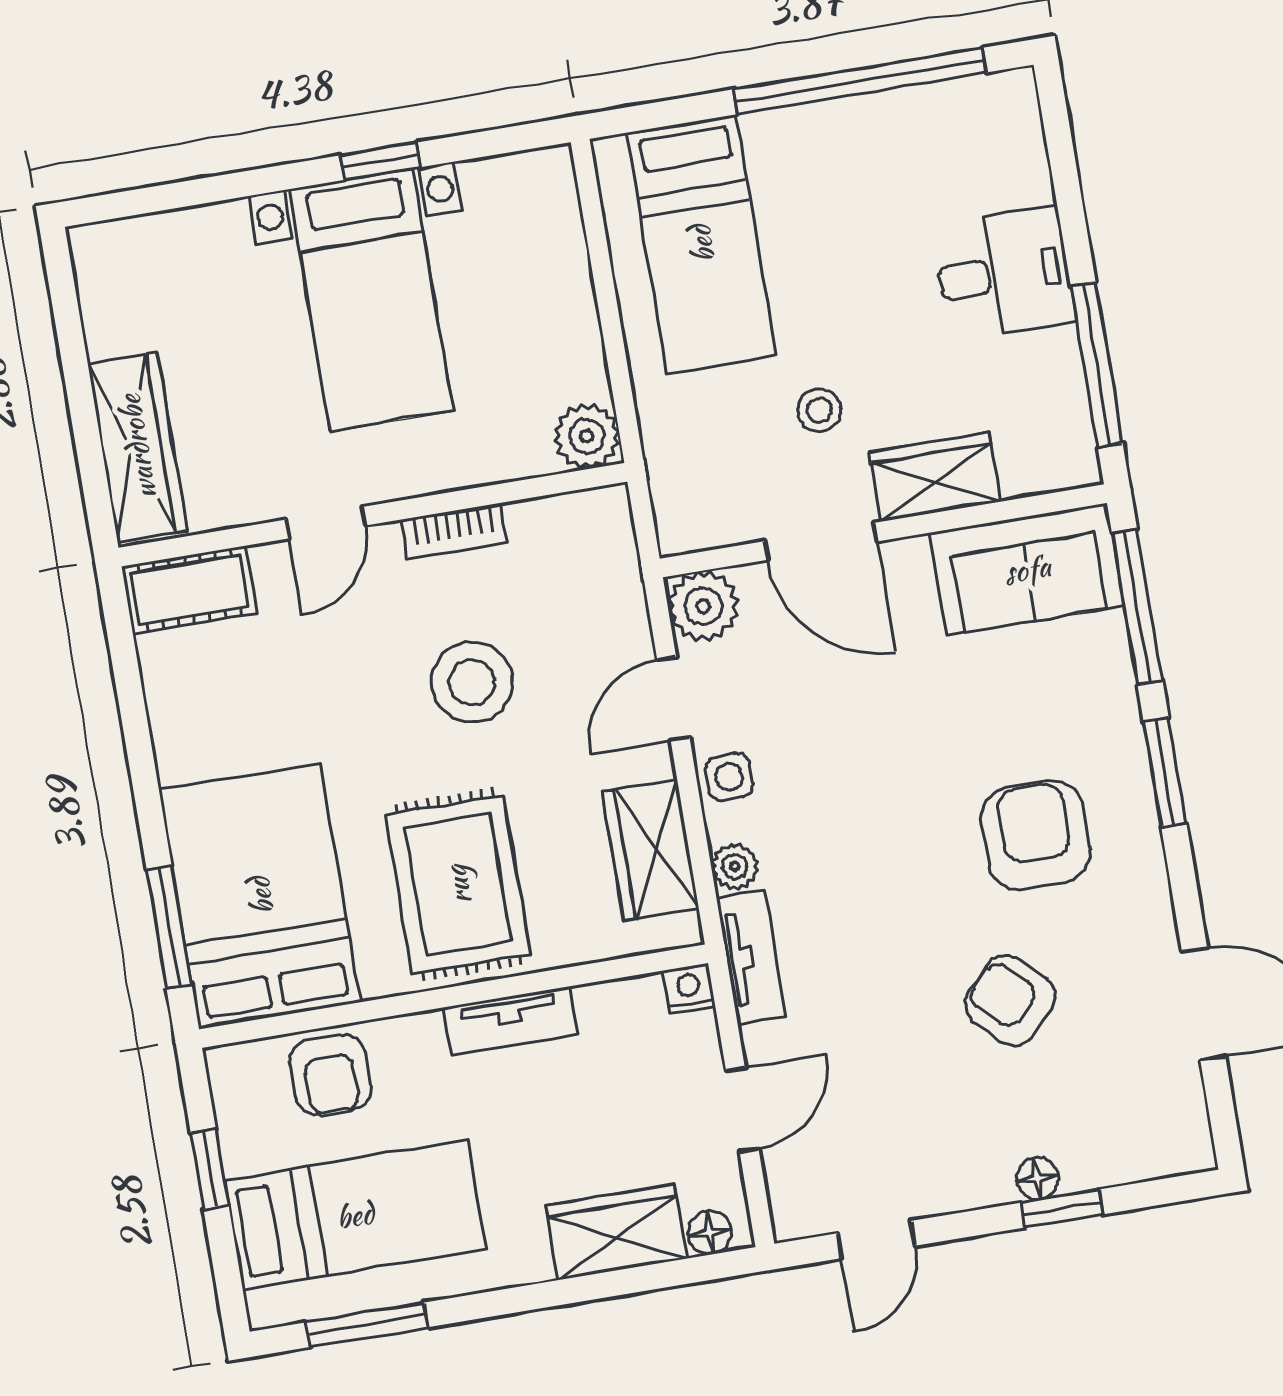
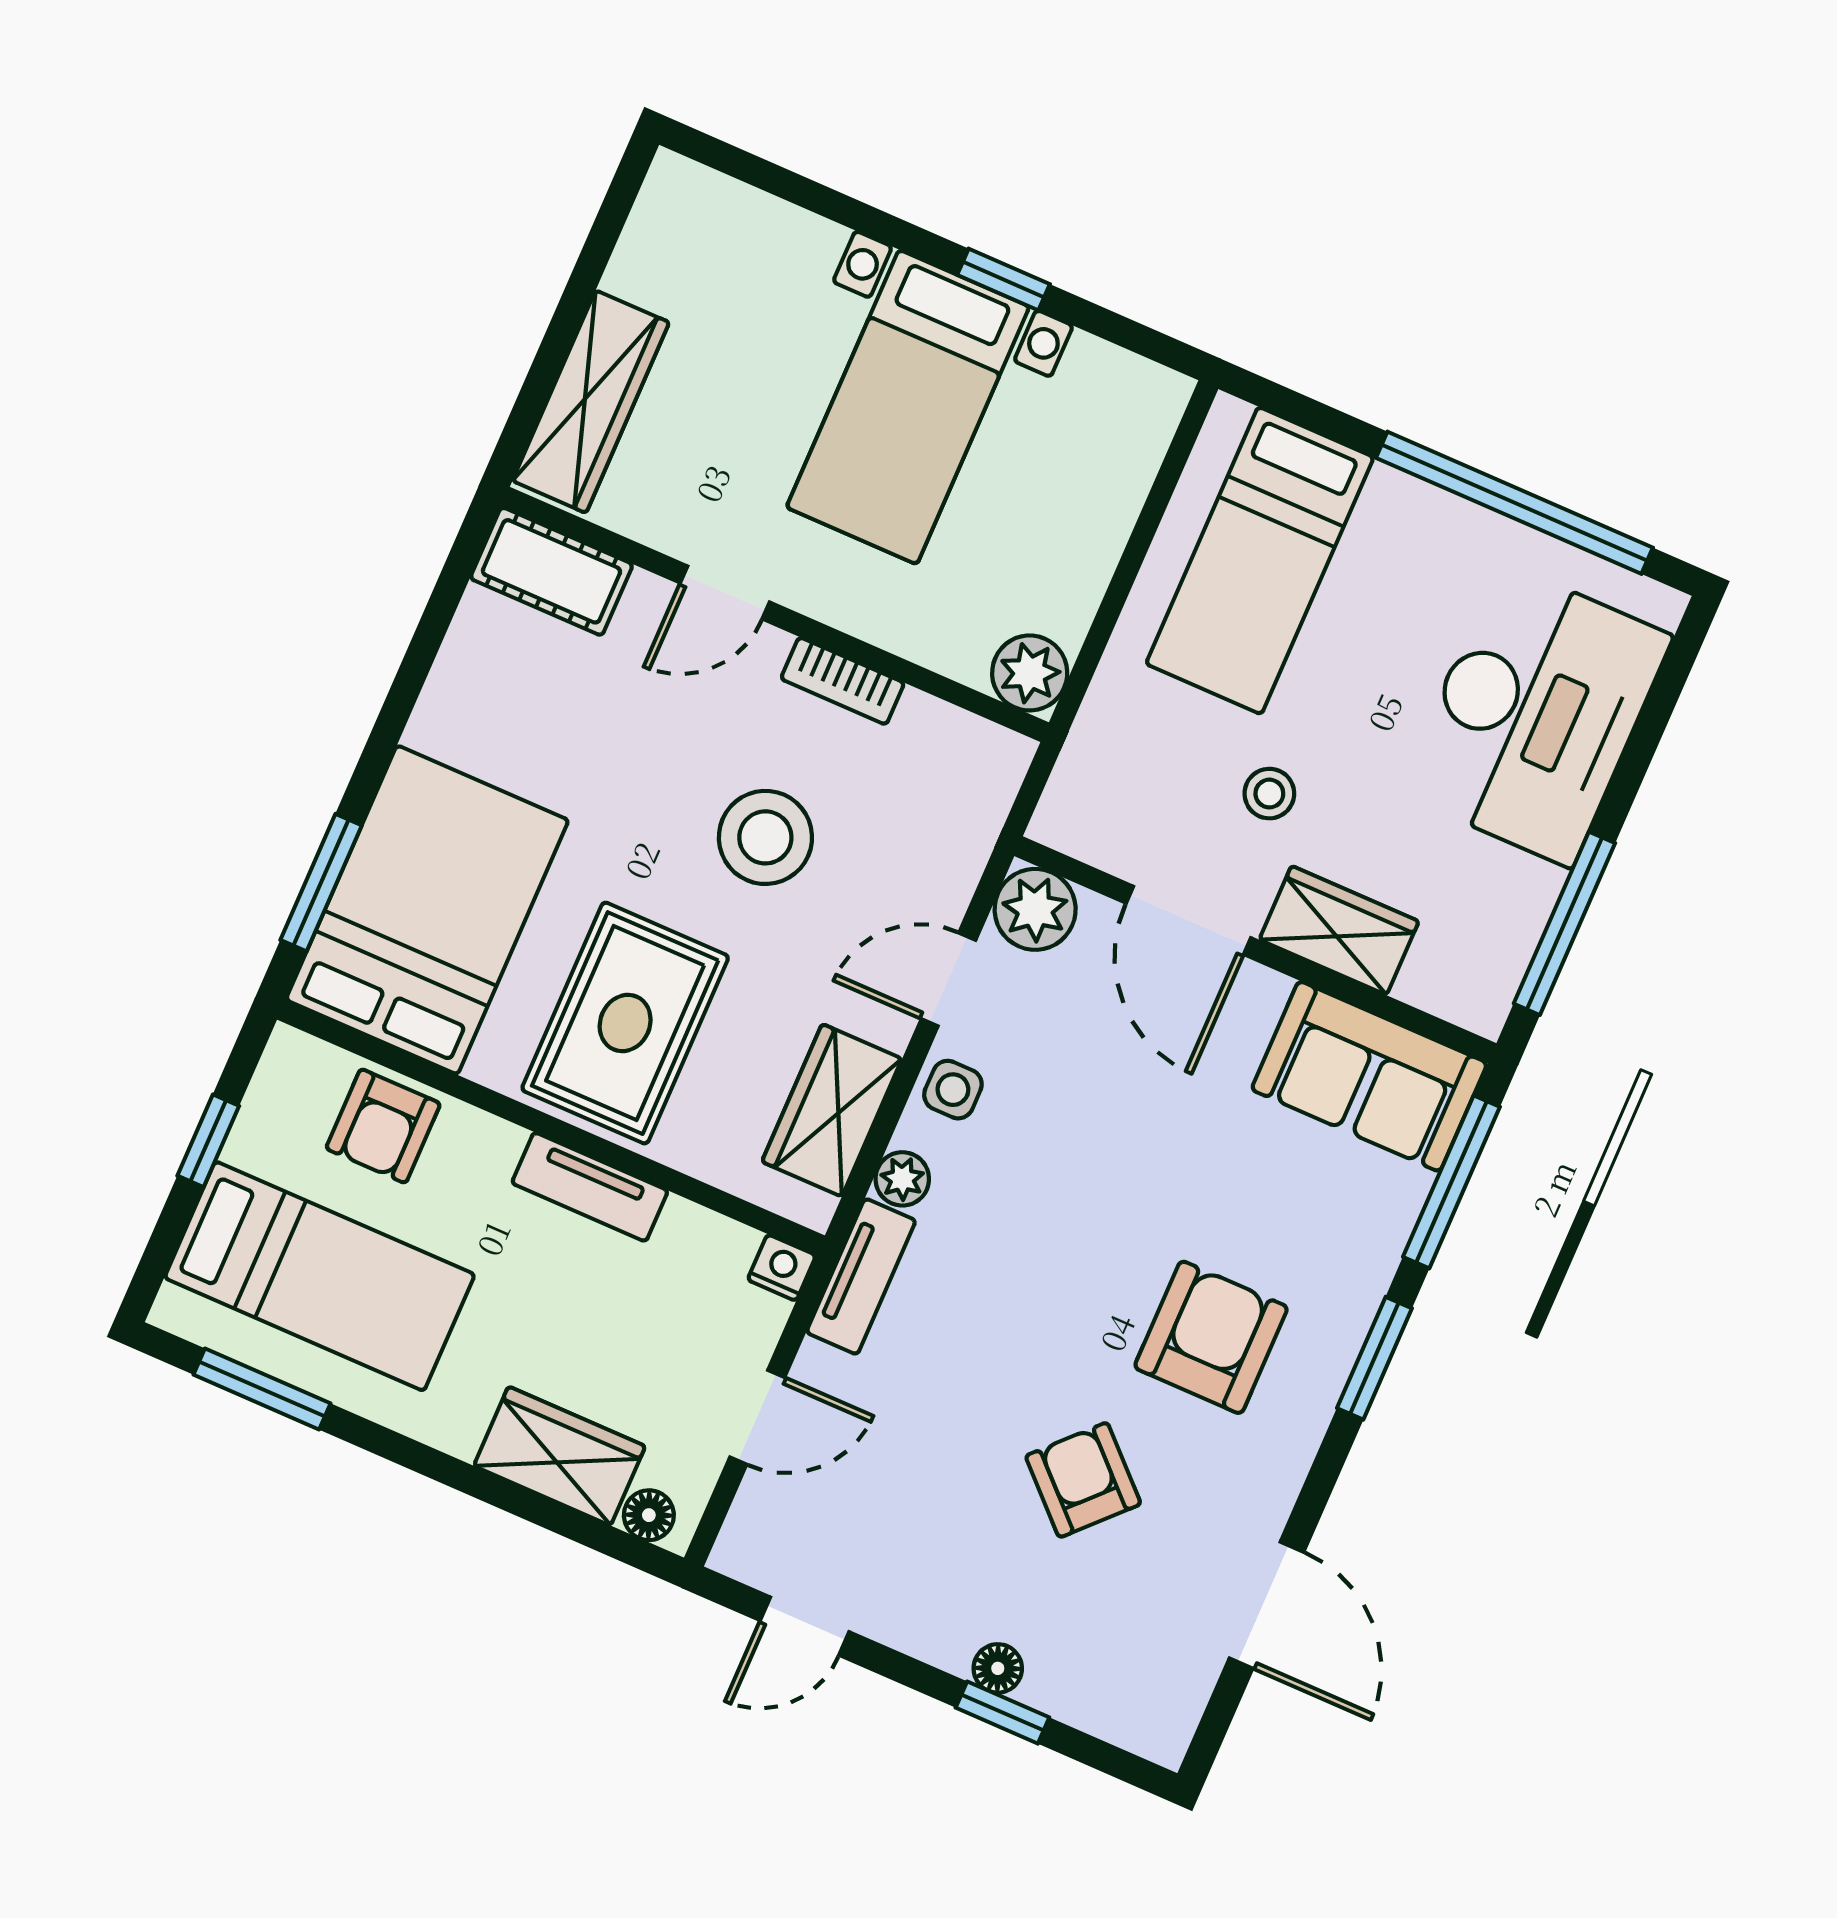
desk: (1004, 274) -> (1536, 715), width x1.87, depth x1.30

